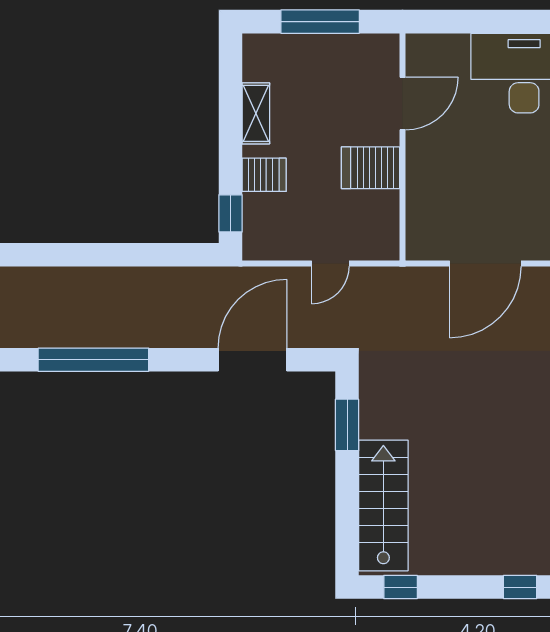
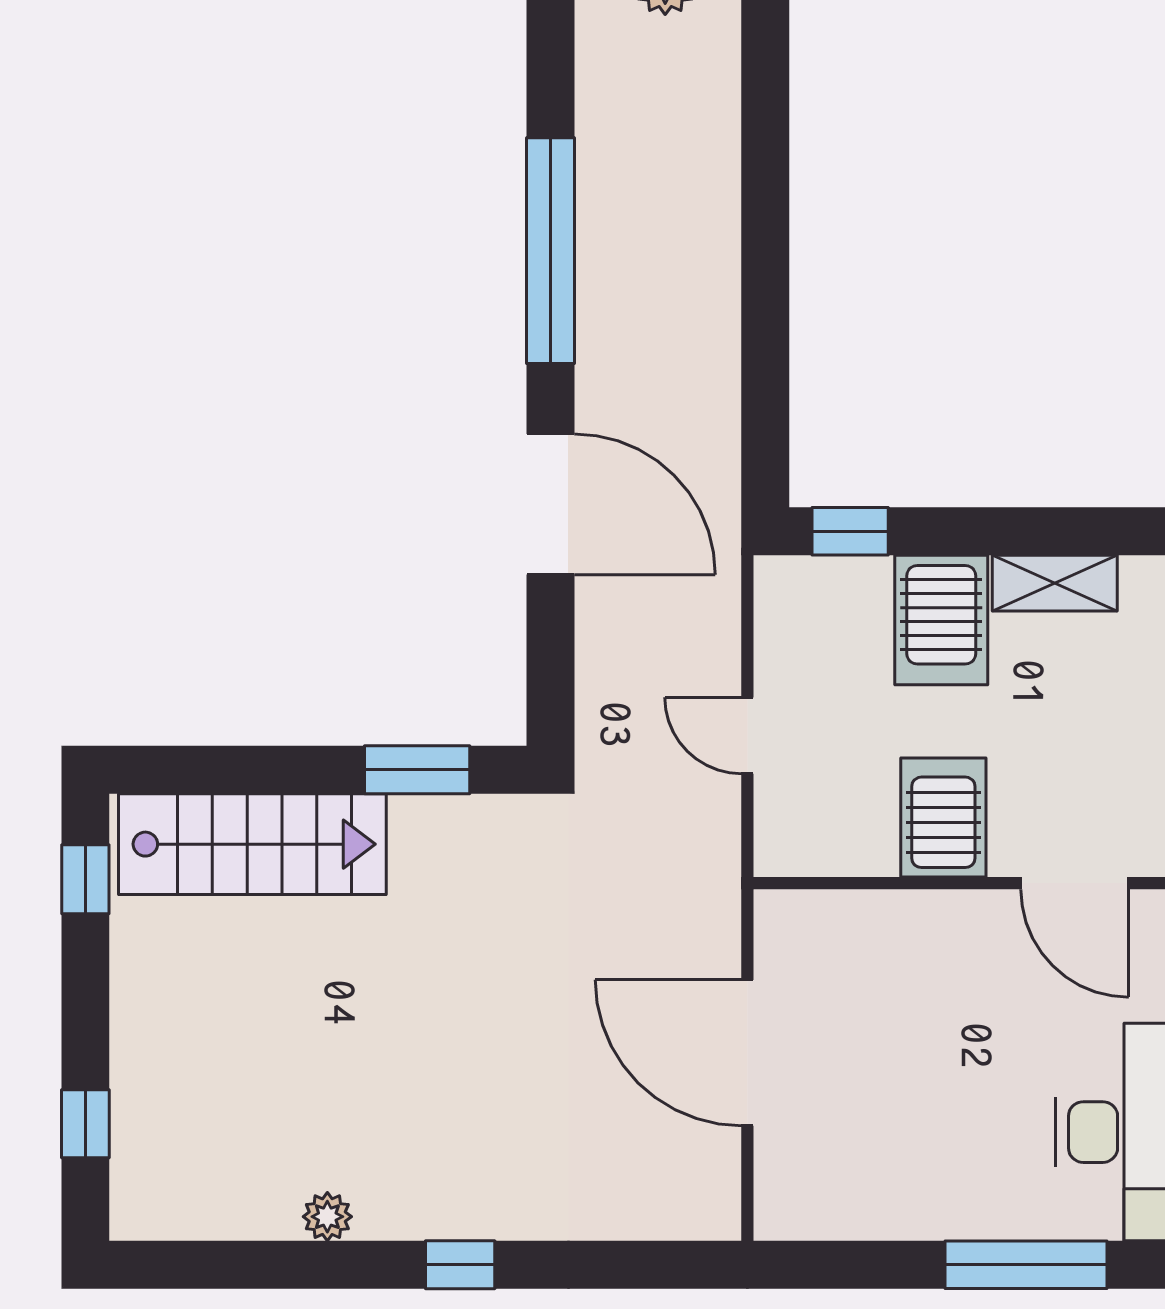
server rack: (264, 175) -> (941, 620), width x1.36, depth x1.44
door: (252, 360) -> (551, 504), moved

